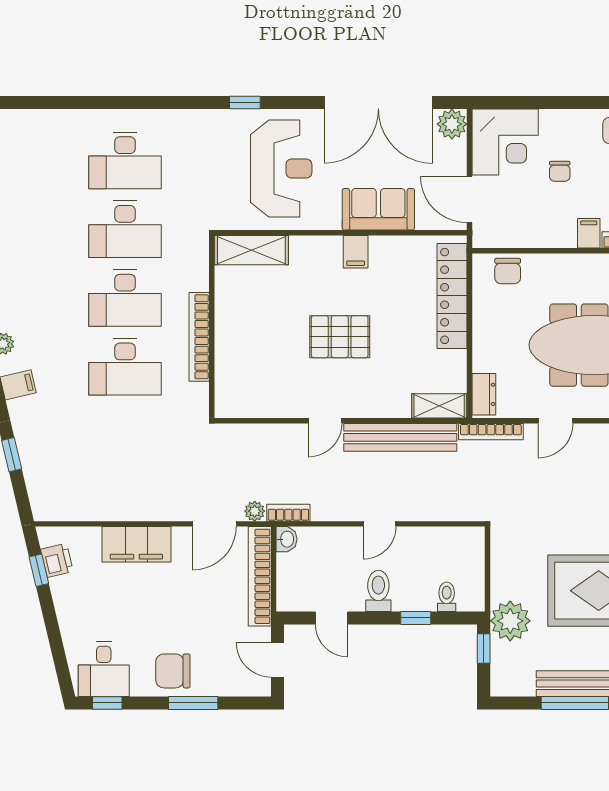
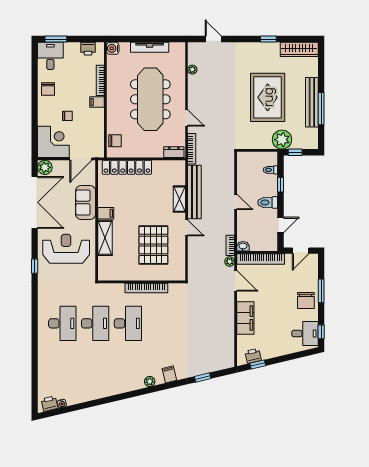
shelving: (251, 250) -> (105, 238), moved
pallet: (340, 337) -> (153, 245), moved, width x1.37, depth x1.41
desk: (125, 367) -> (161, 323), removed
shelving: (439, 406) -> (179, 199), moved

